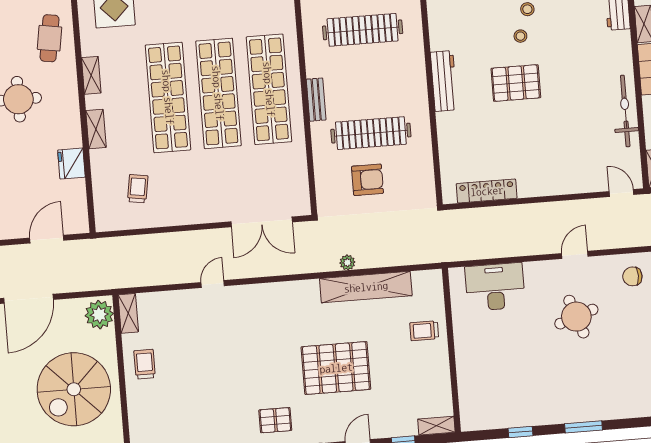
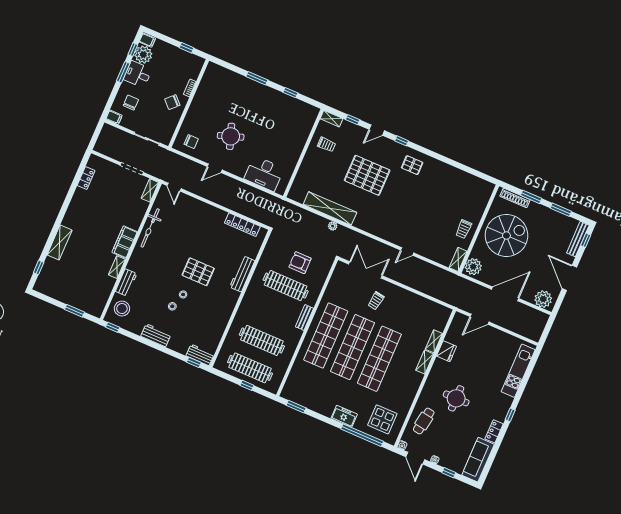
shelving: (91, 75) -> (434, 341), moved
workbench: (444, 81) -> (242, 274), moved
trolley: (138, 189) -> (376, 301), moved
trolley: (424, 331) -> (327, 145), moved

